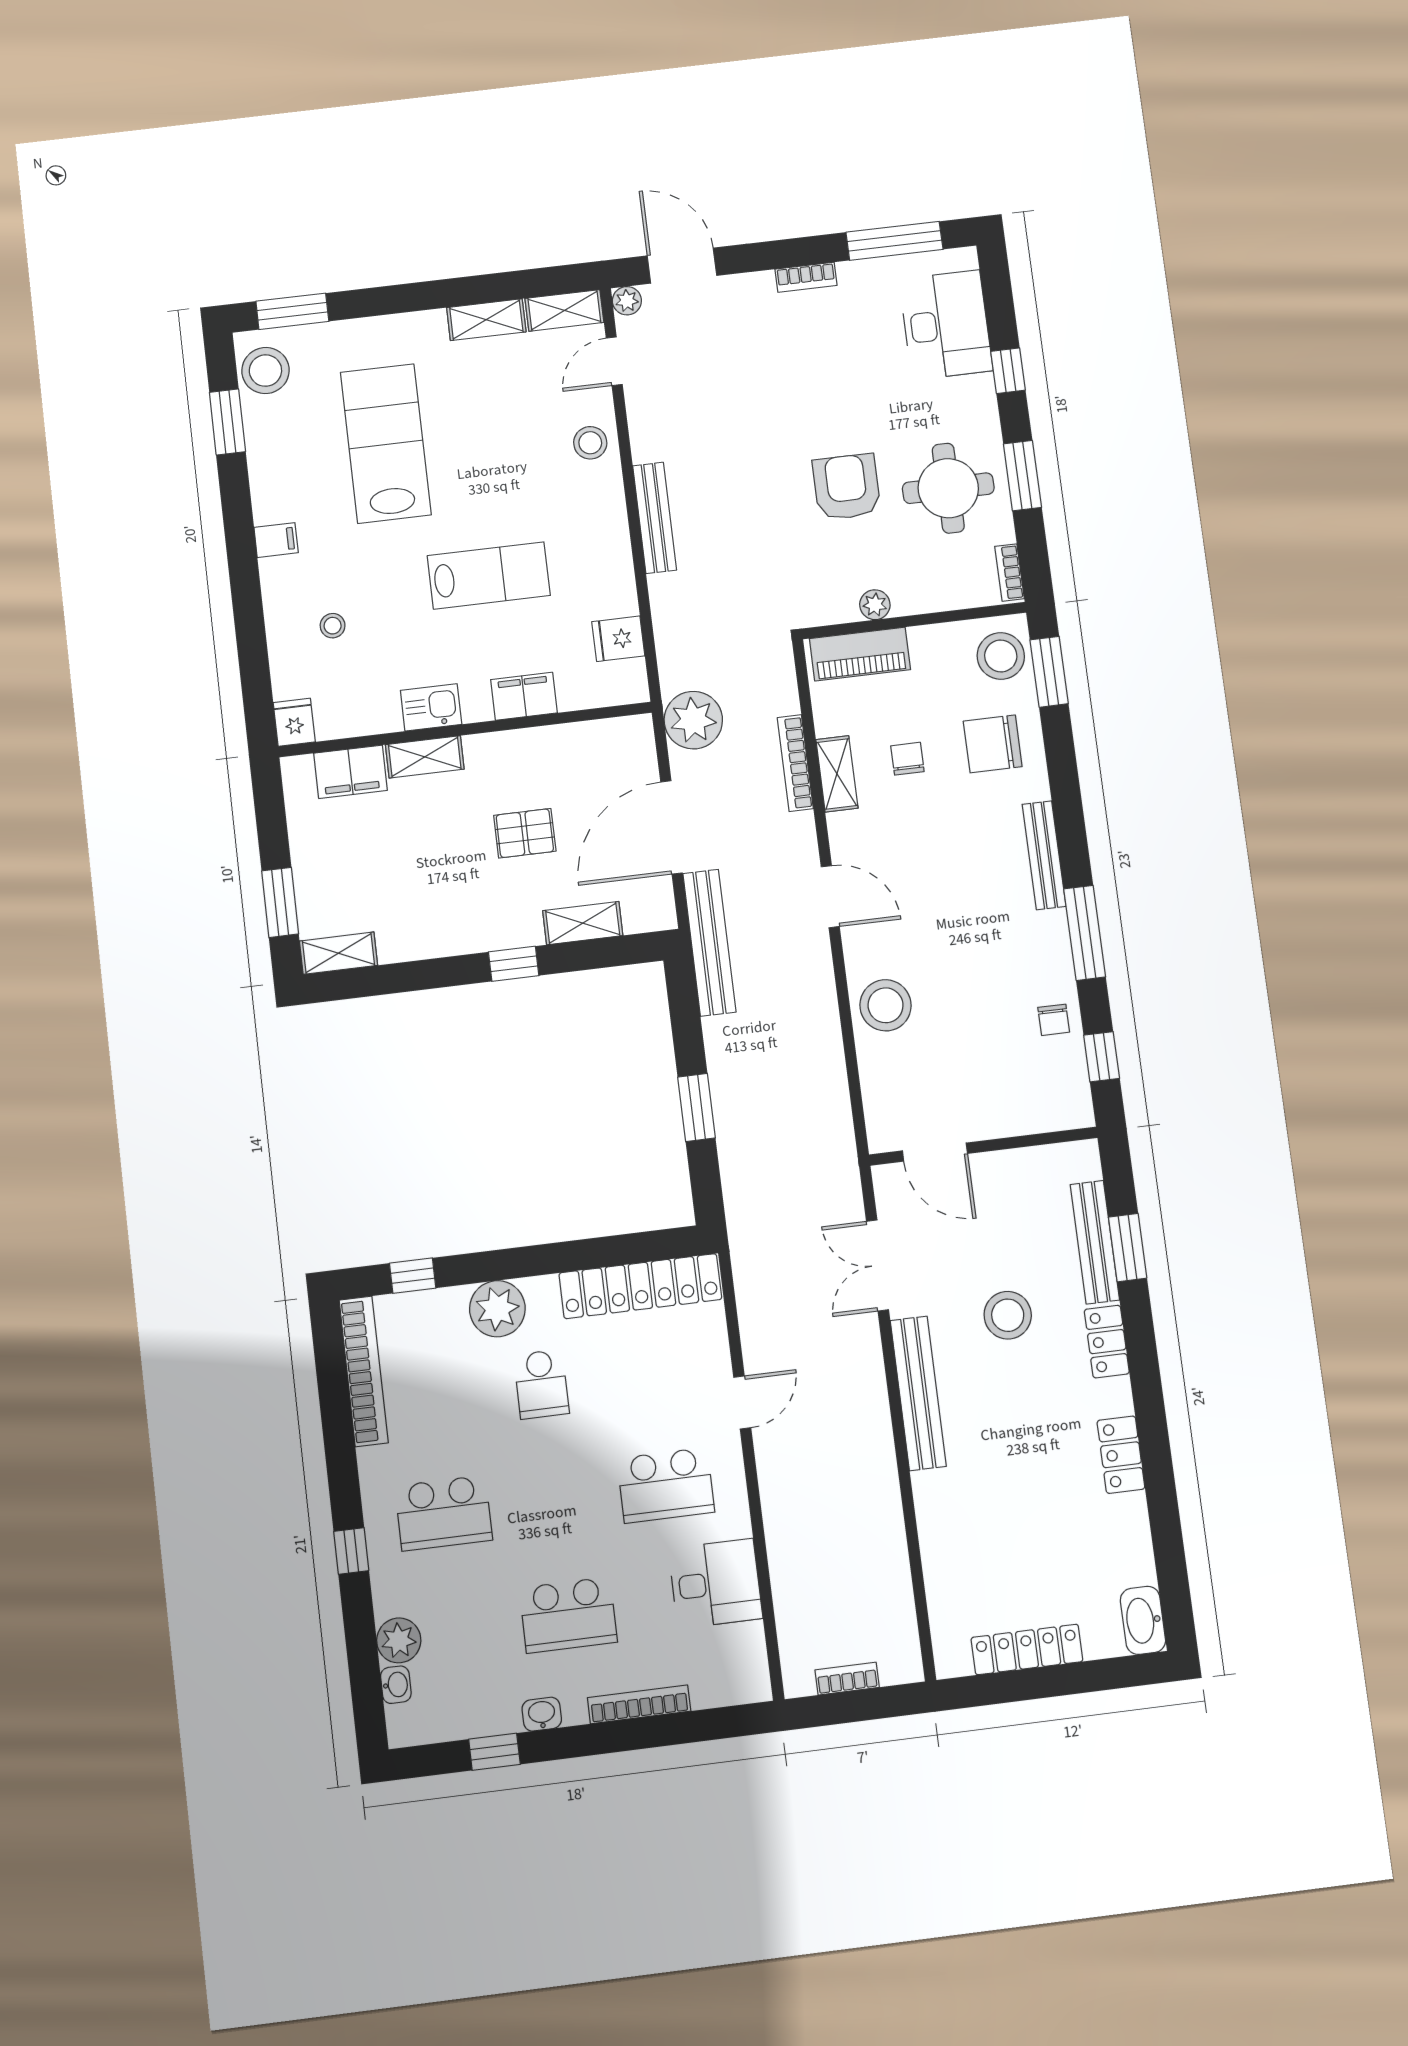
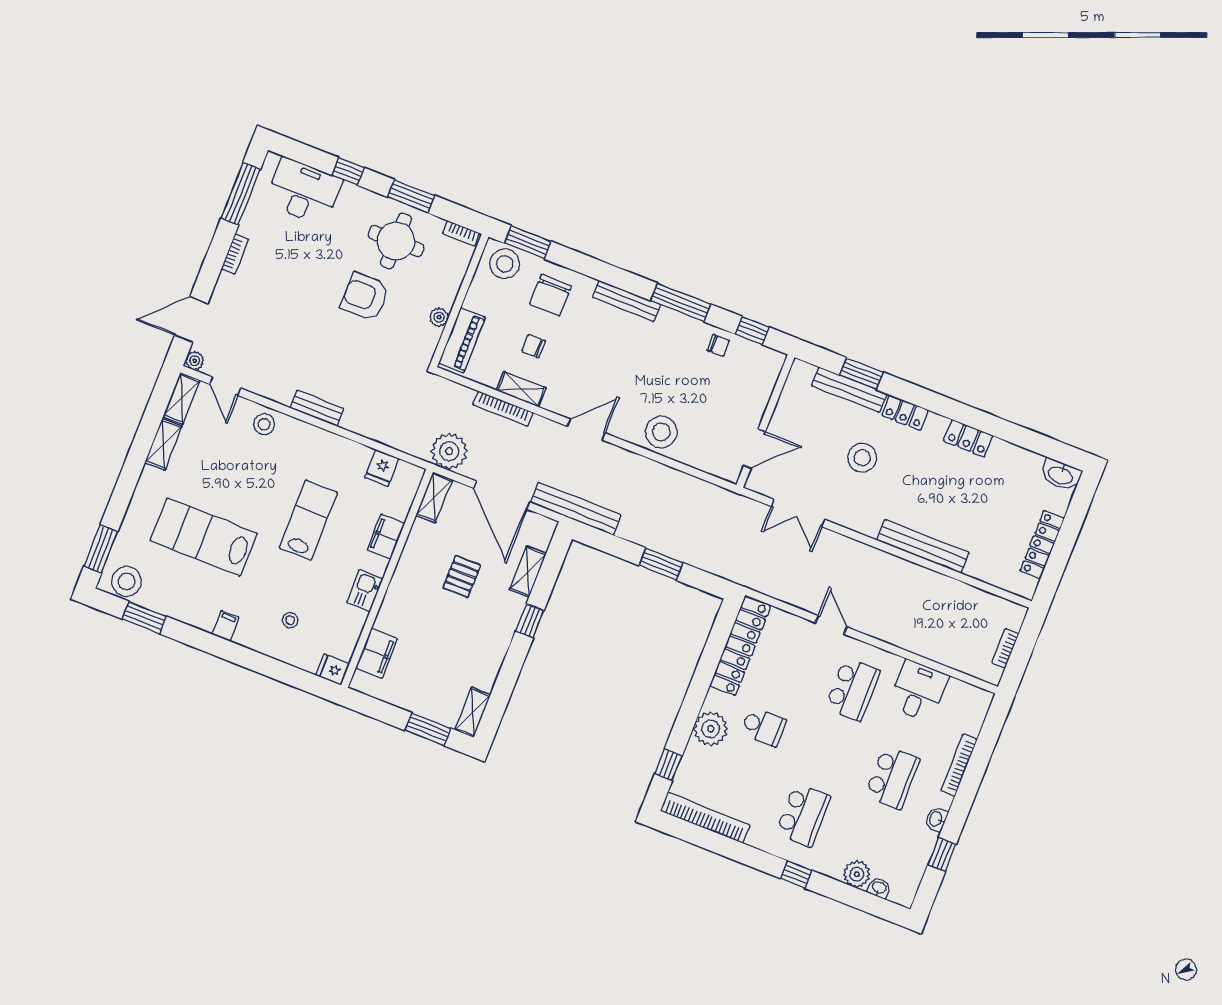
bench: (655, 518) -> (317, 408), width x0.73
shelving: (425, 757) -> (434, 497), moved
bench: (918, 1393) -> (923, 546), moved

